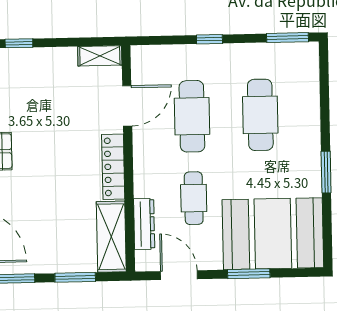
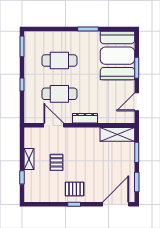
shelving: (100, 56) -> (29, 159), moved
pallet: (51, 113) -> (57, 162), added
locker: (113, 167) -> (83, 133), removed
cafe table: (194, 198) -> (99, 94), removed
dresser: (144, 224) -> (85, 118), moved

